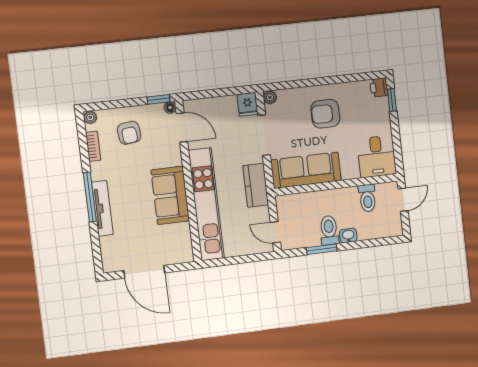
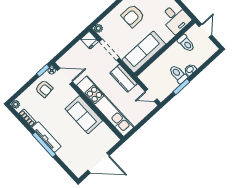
armchair: (129, 133) -> (44, 89), moved
tv unit: (102, 208) -> (46, 137), moved

